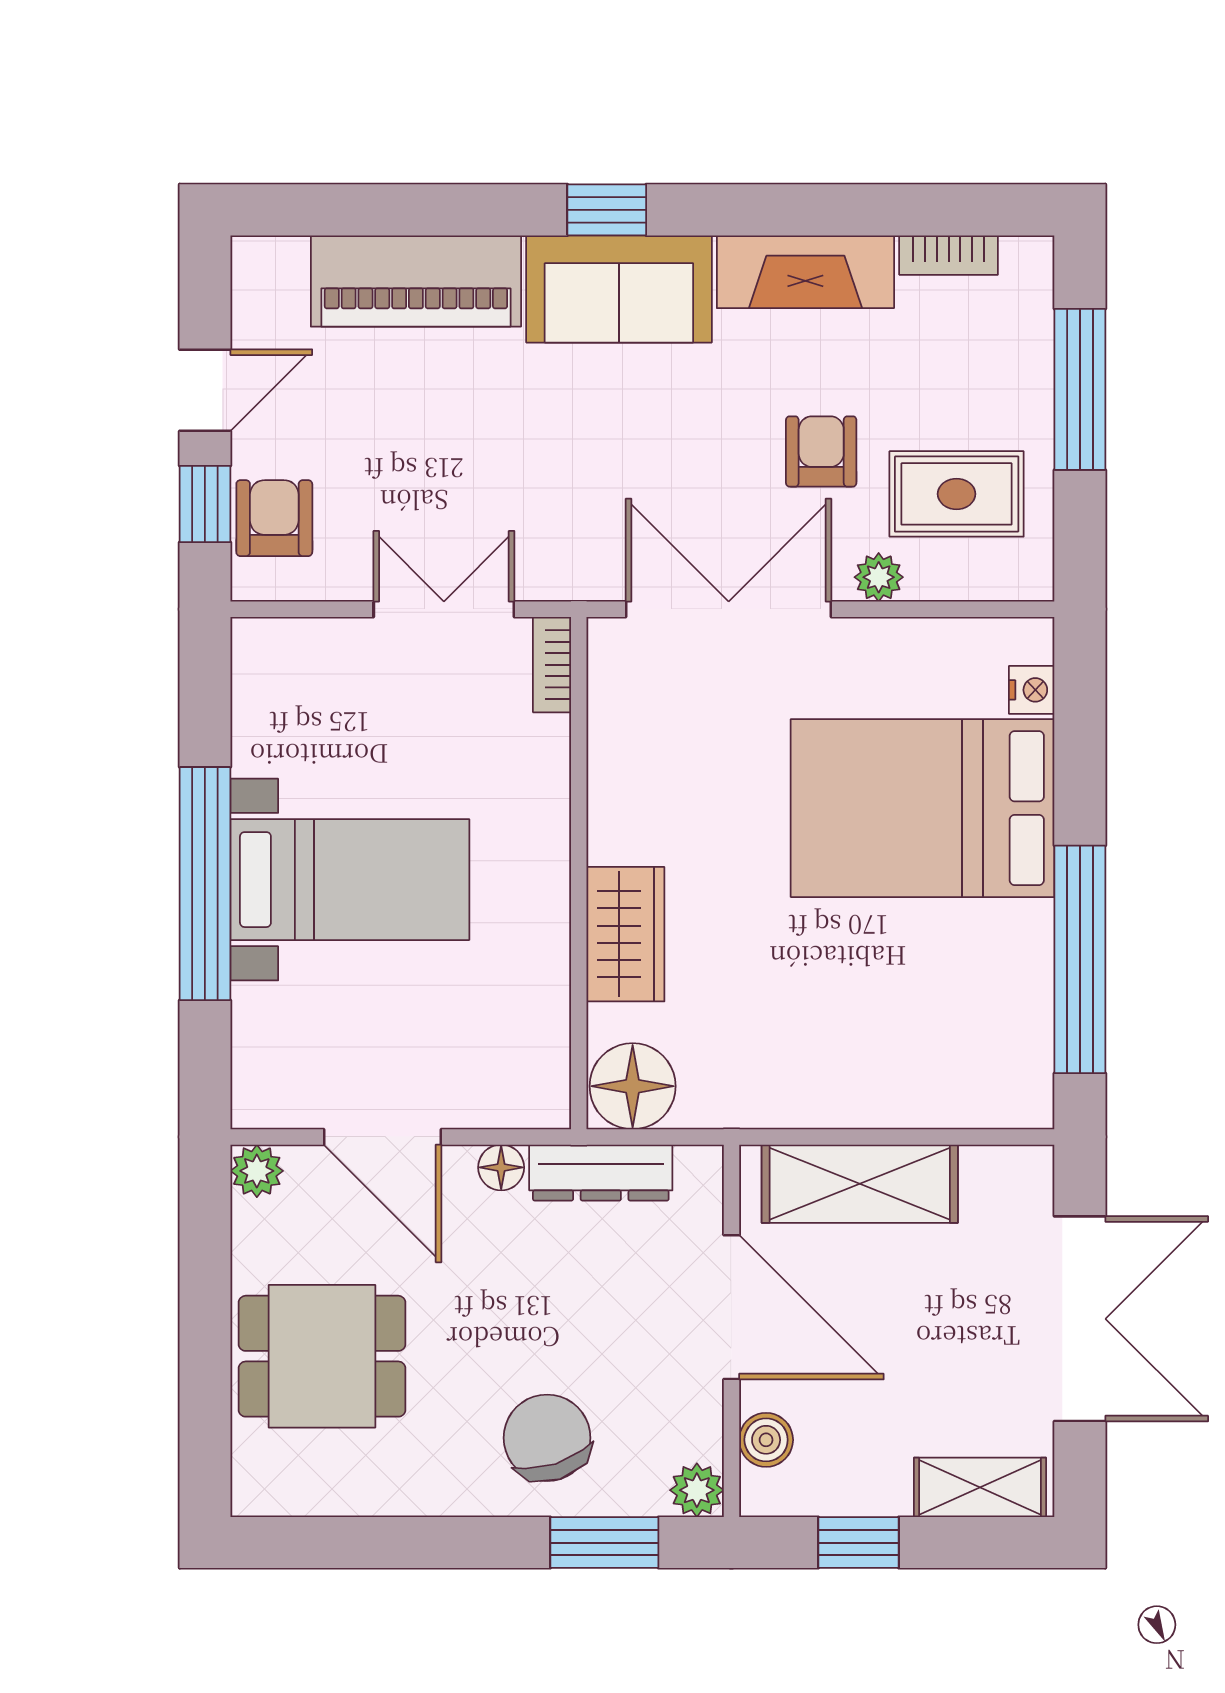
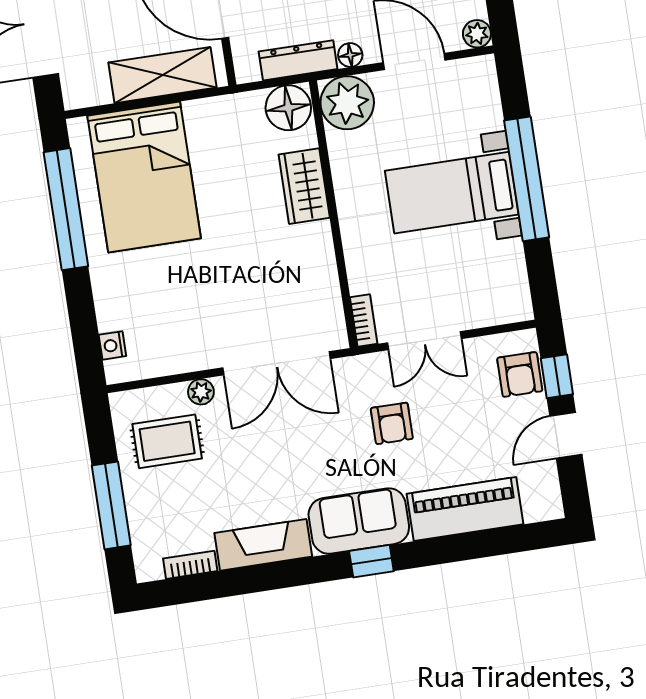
armchair: (821, 451) -> (392, 423), moved
bed: (923, 808) -> (144, 177), moved, turned 90
plant: (521, 1079) -> (347, 103), added

